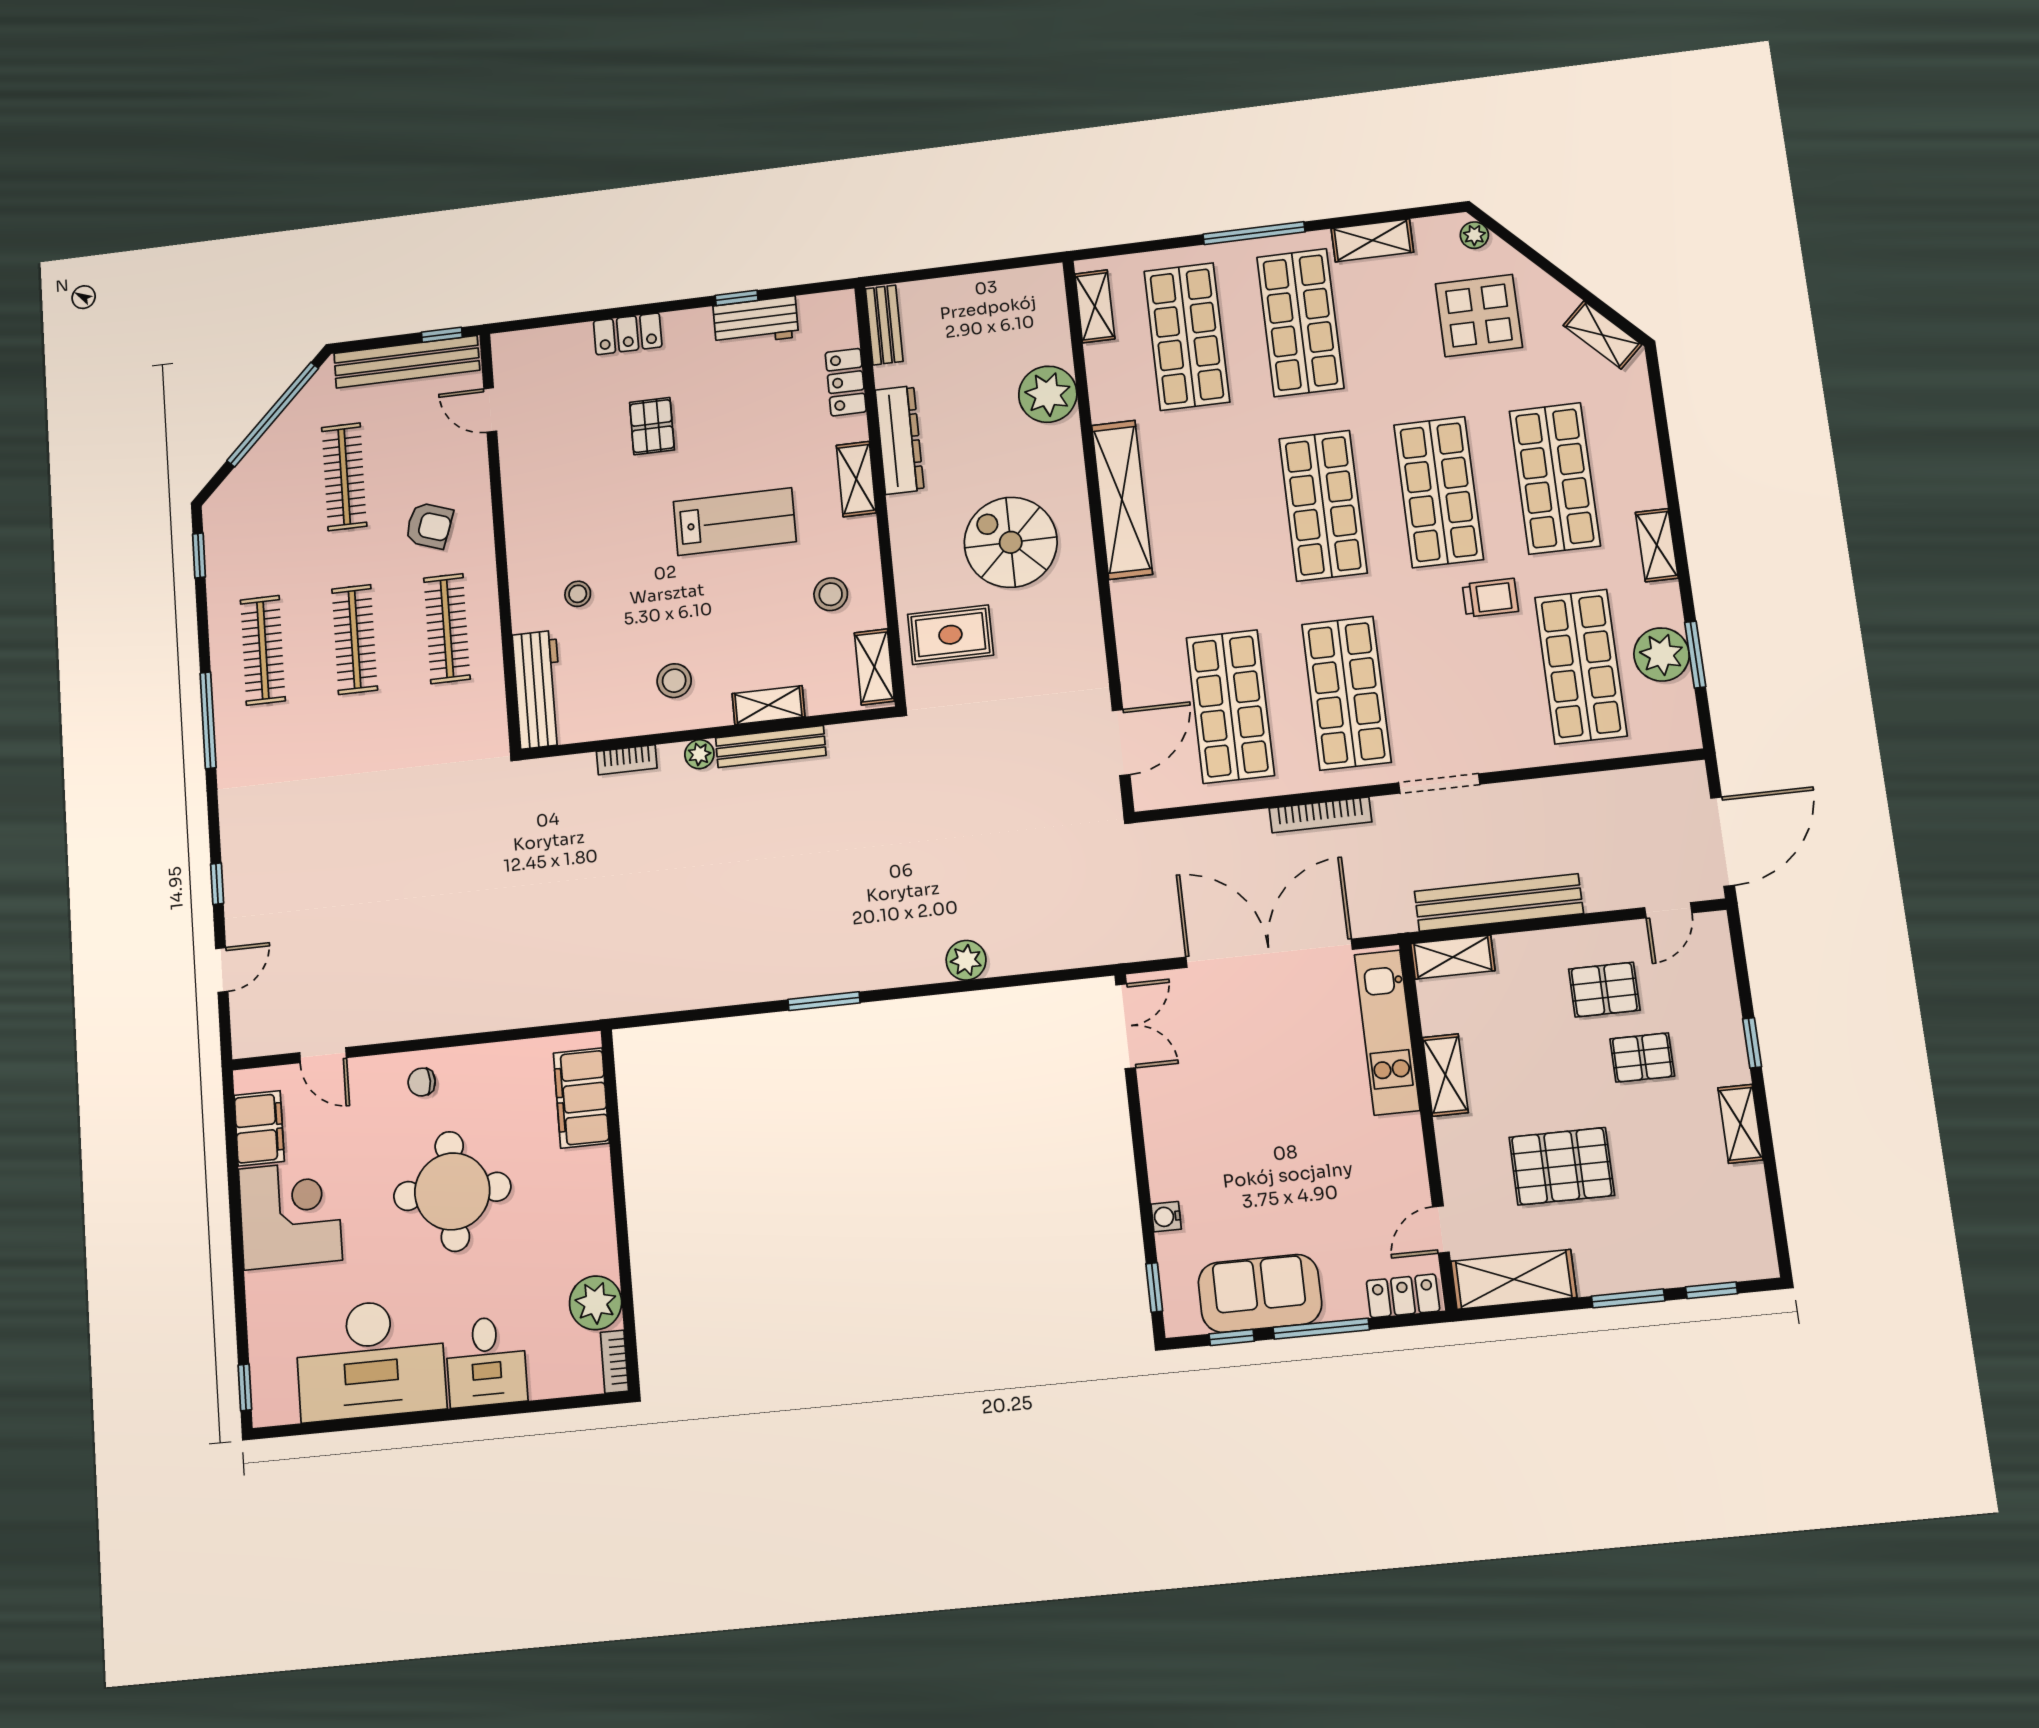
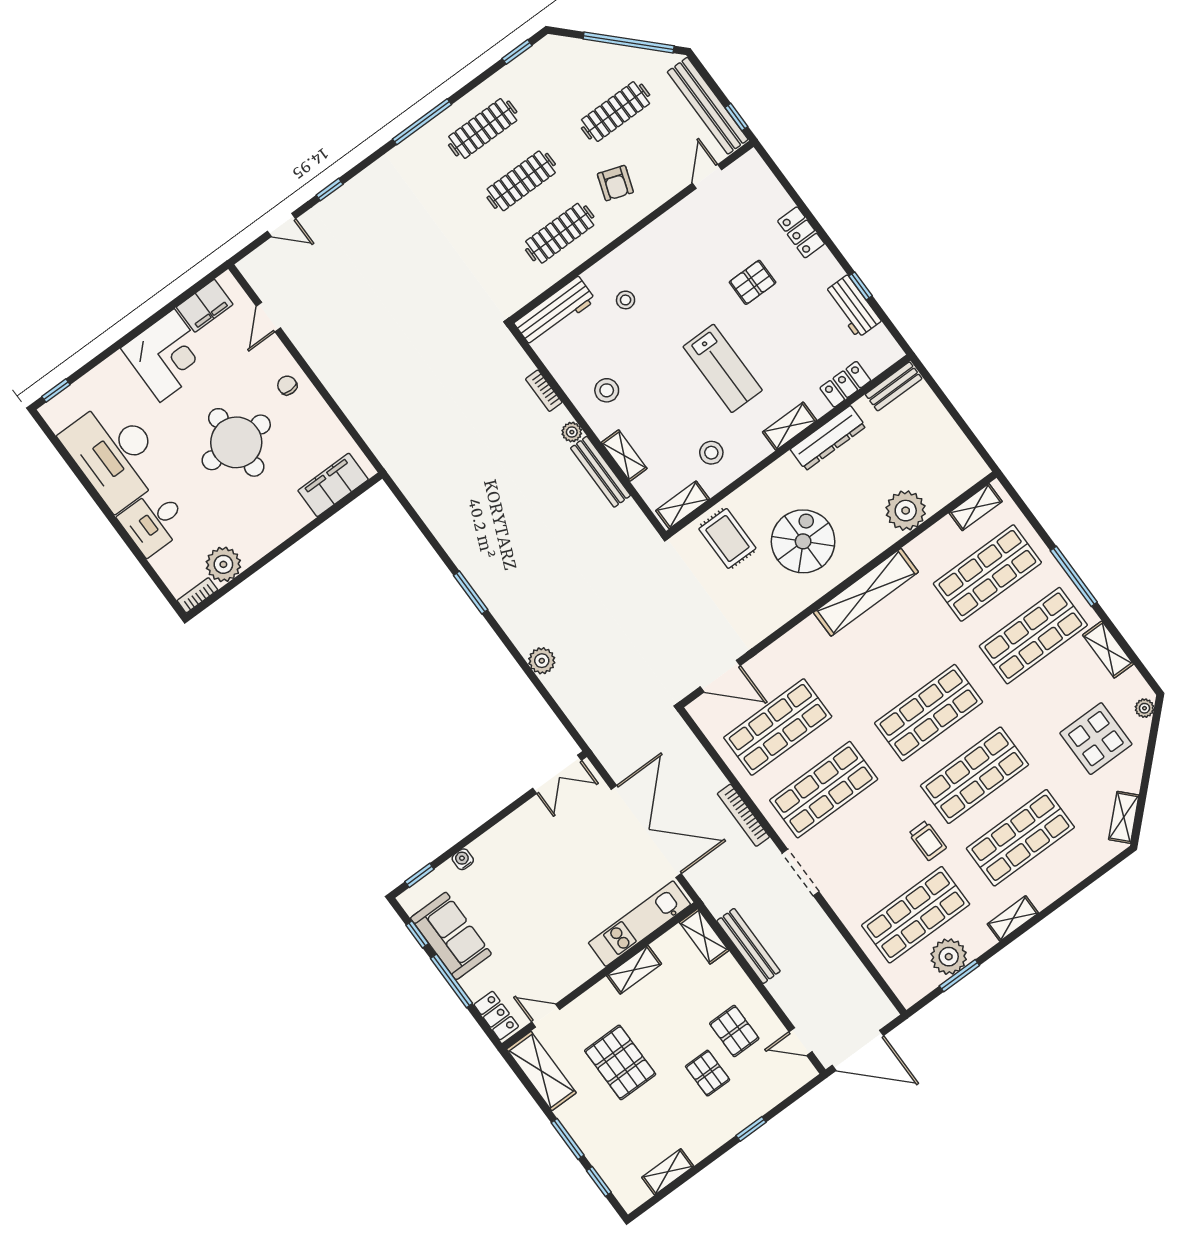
bench: (1499, 902) -> (749, 946), width x0.73, depth x0.82
shelving: (1740, 1124) -> (668, 1172), moved

